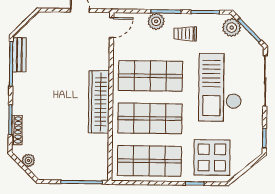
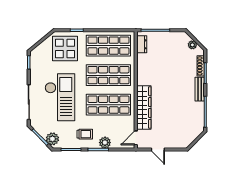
bench: (19, 55) -> (200, 89), moved
wardrobe: (99, 102) -> (144, 108), moved
dresser: (101, 162) -> (142, 44), added

